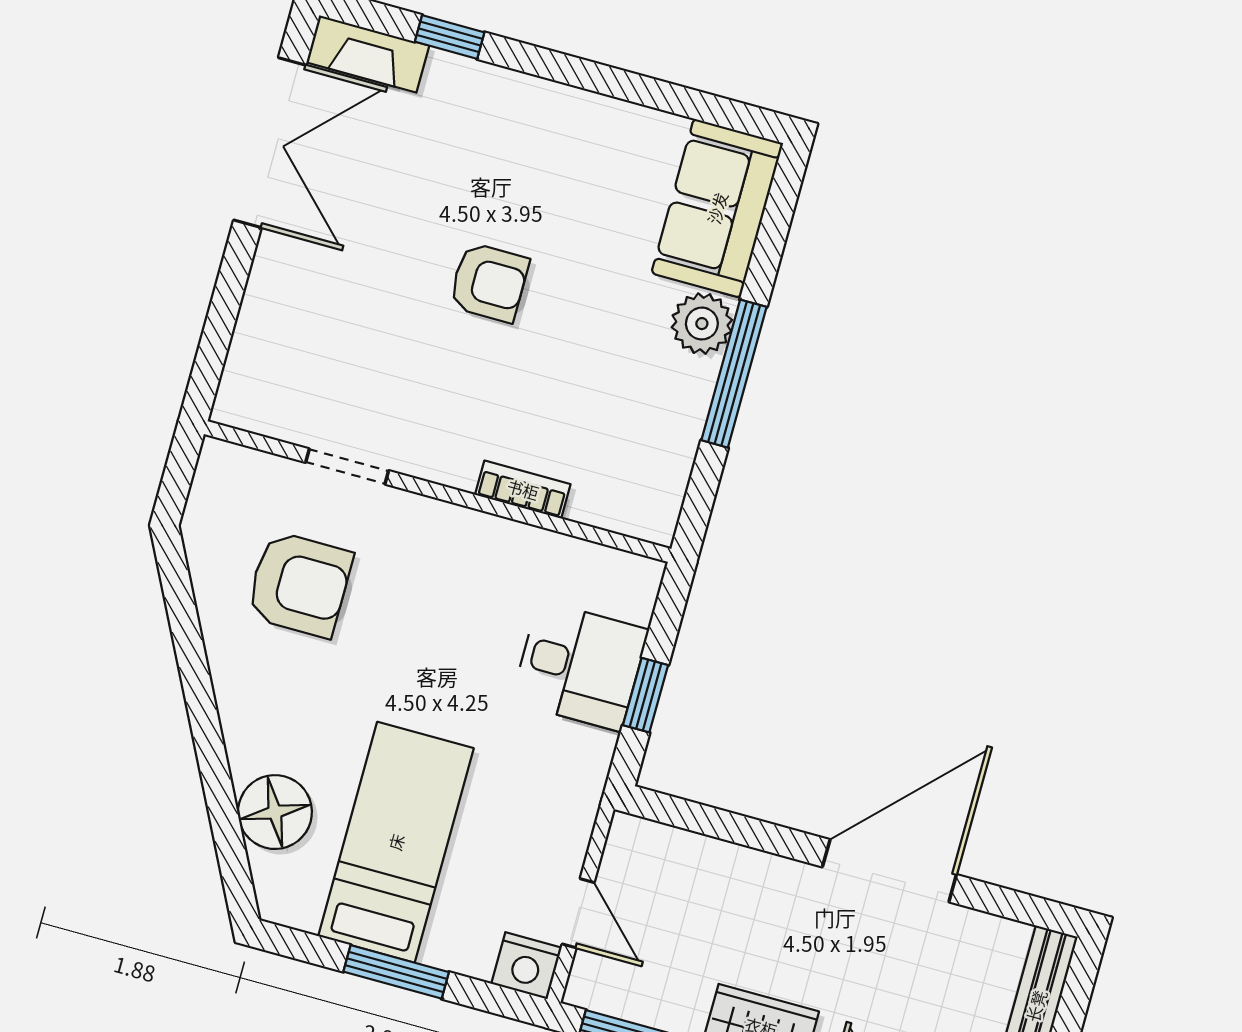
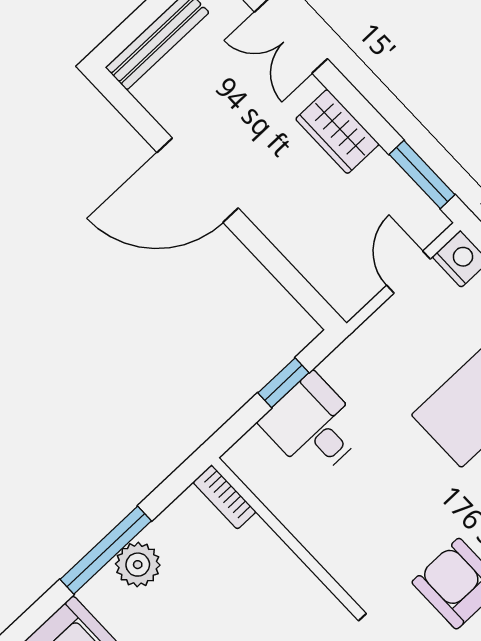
plant: (702, 324) -> (138, 565), moved
bookcase: (523, 489) -> (224, 497), moved

